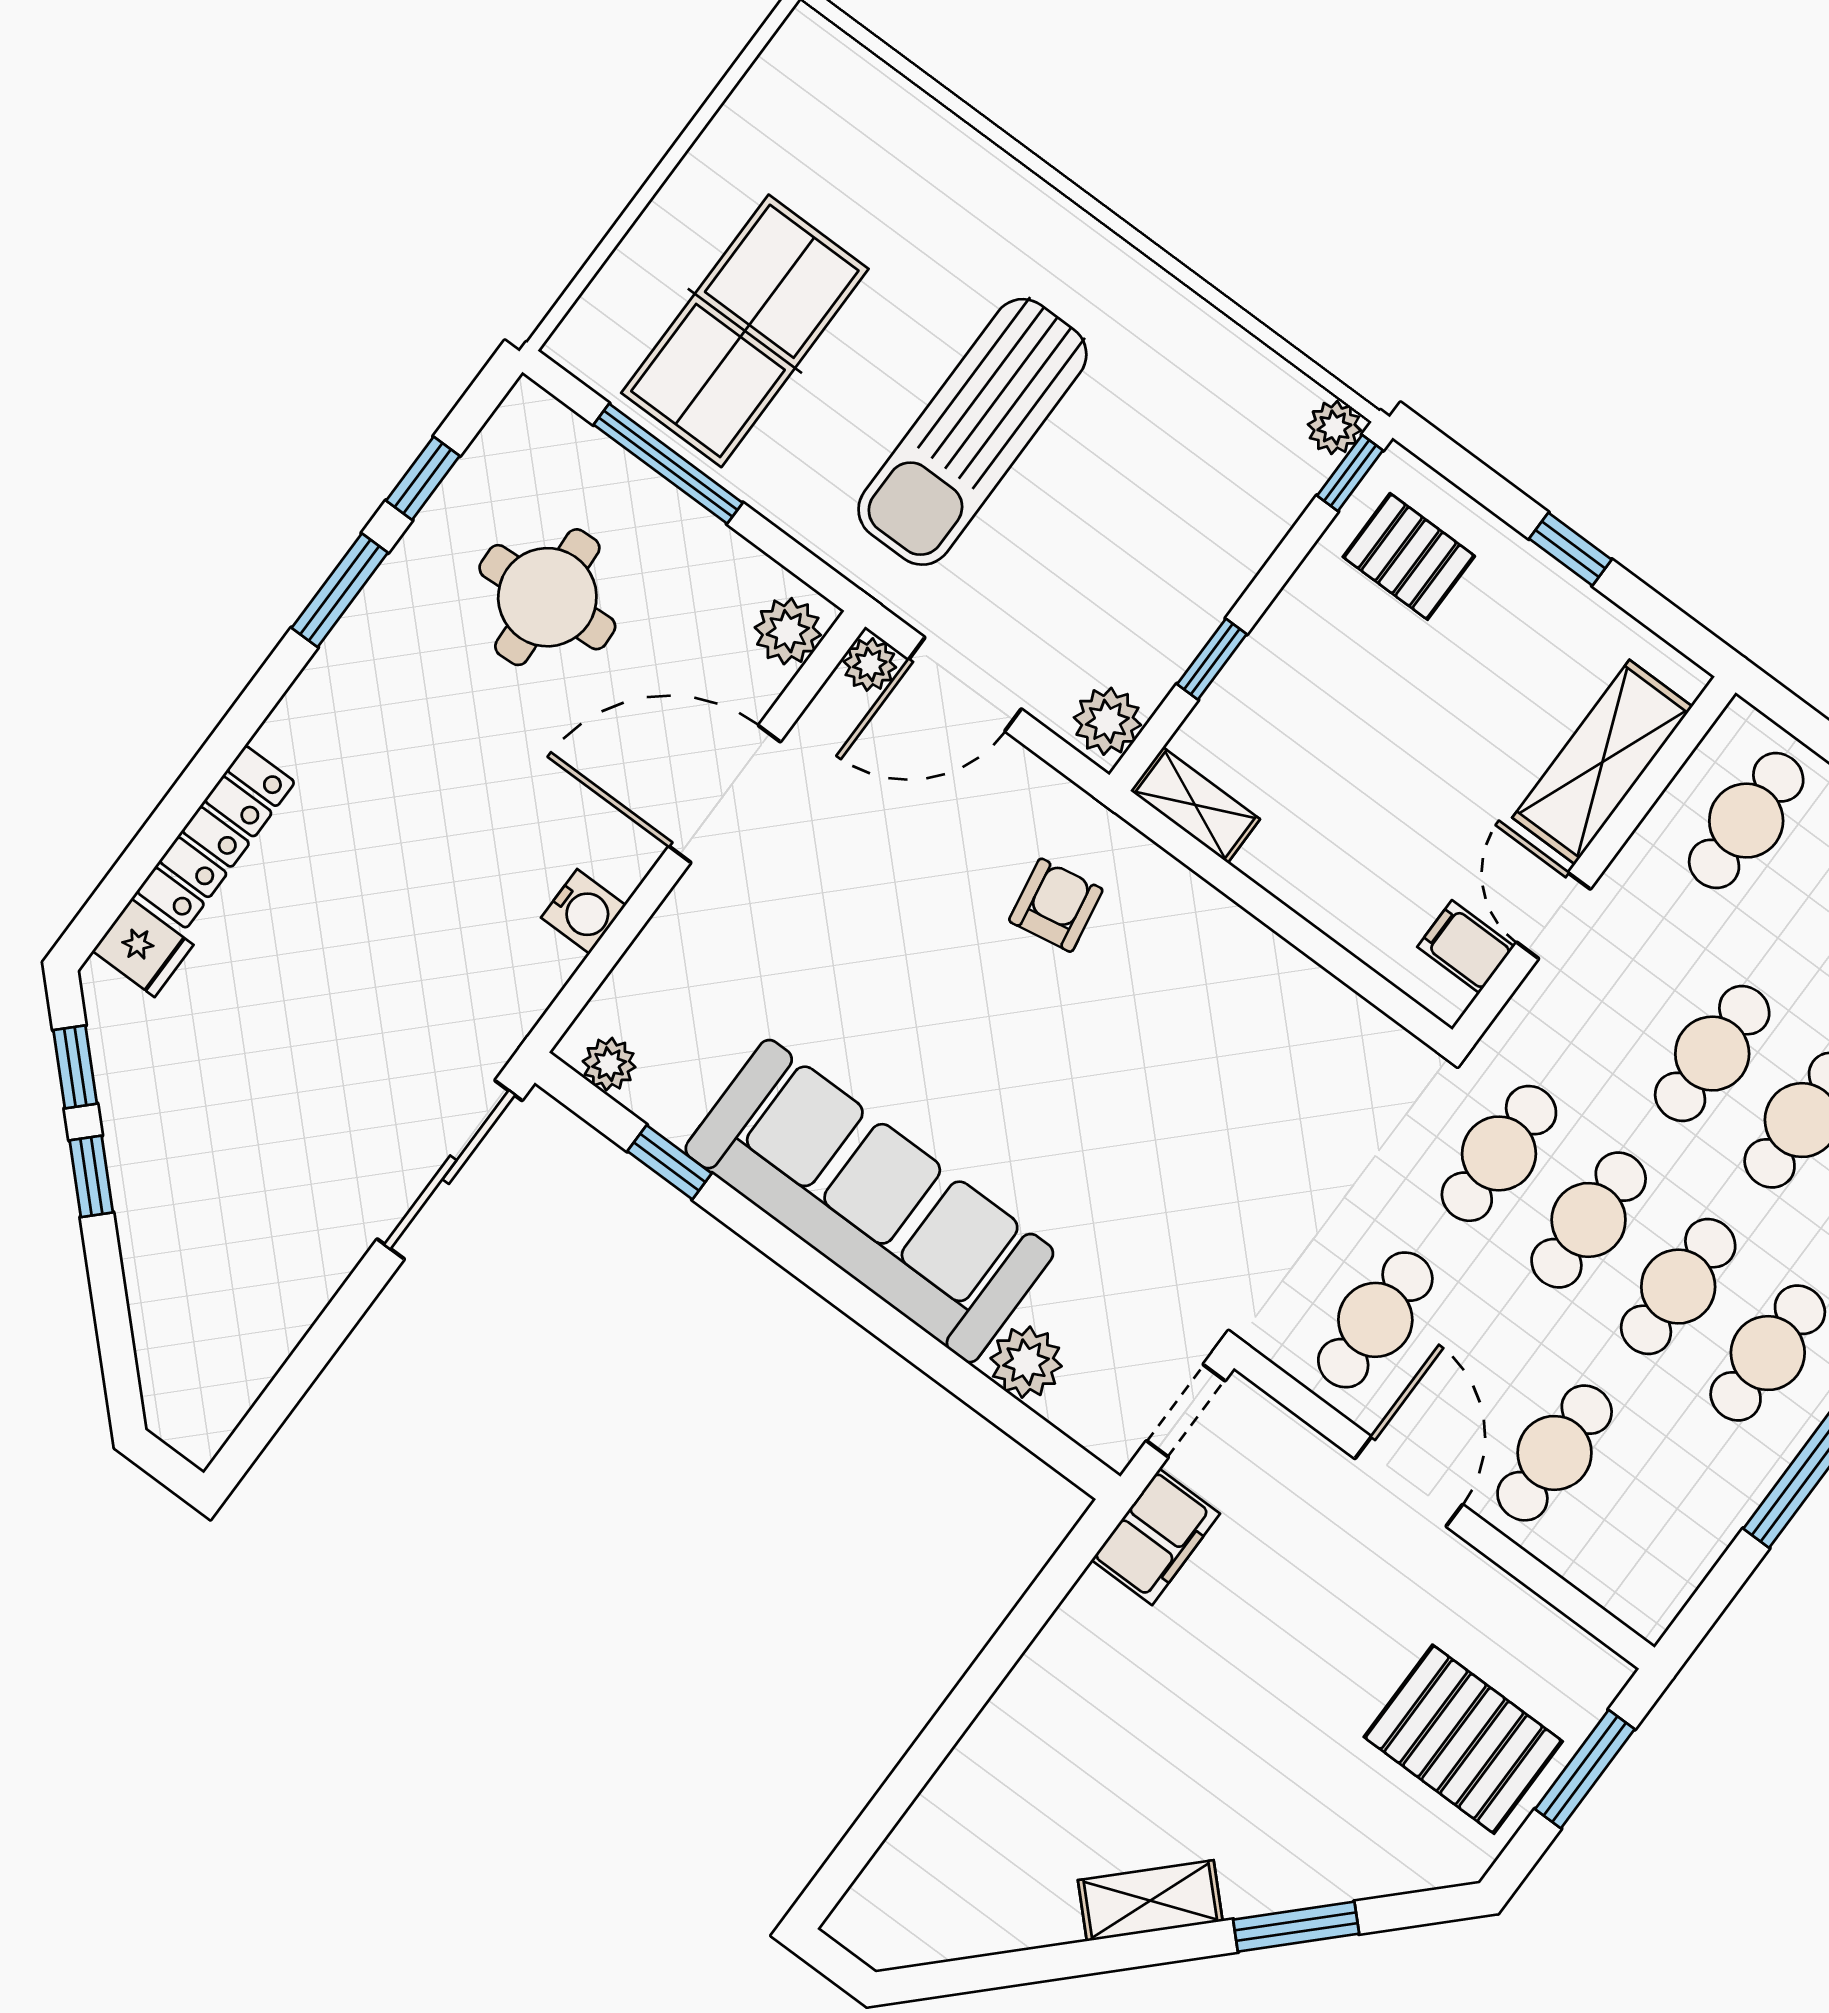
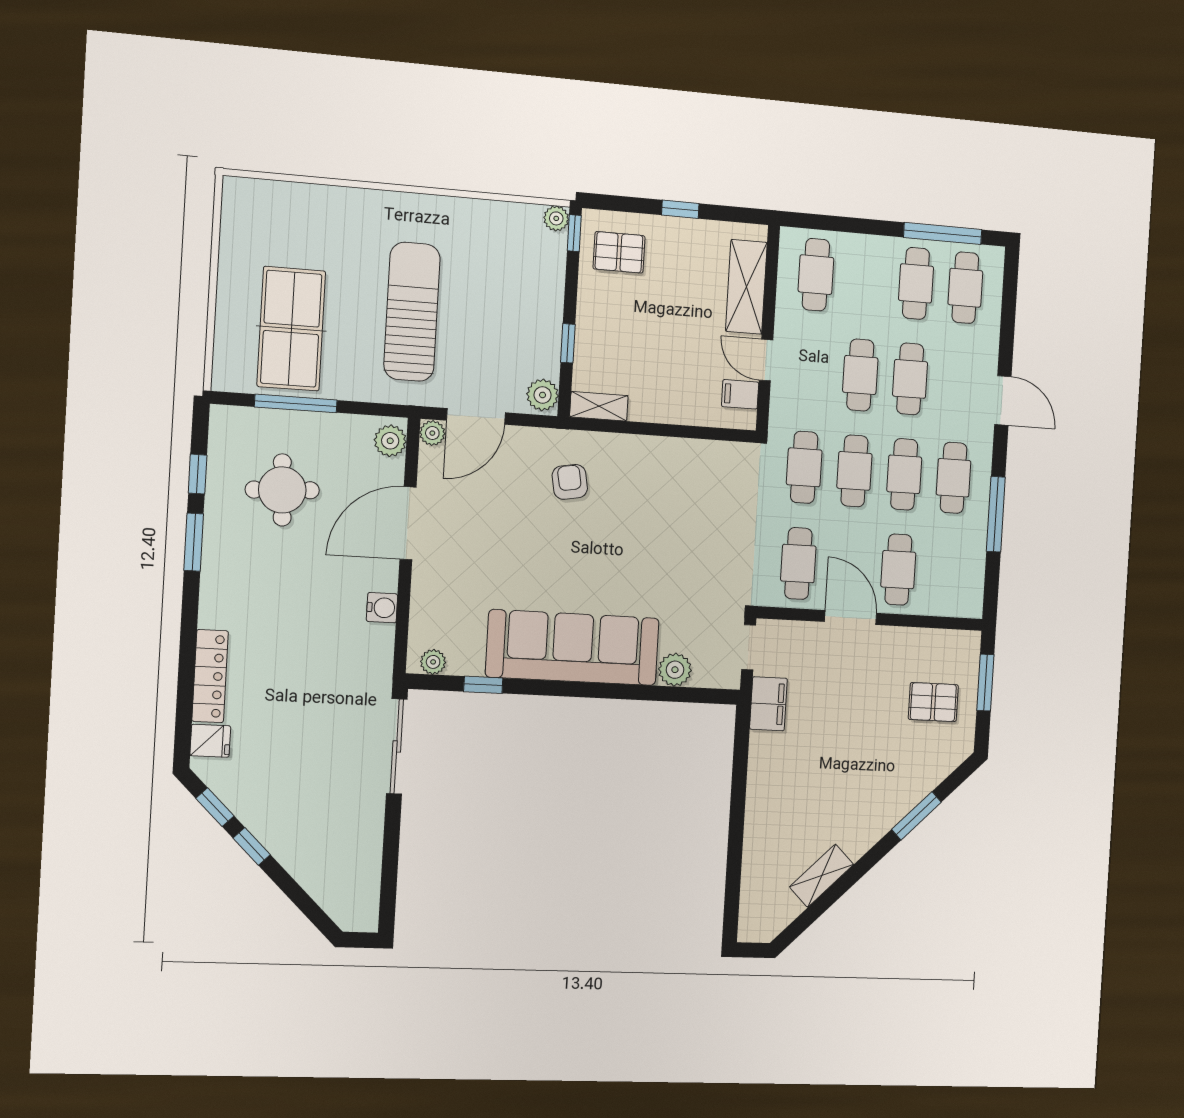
sun lounger: (972, 432) -> (412, 312), turned 180
pallet: (1463, 1739) -> (933, 702), width x0.67, depth x0.71
shelving: (1150, 1901) -> (822, 876), moved

